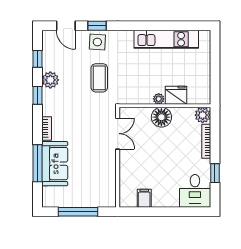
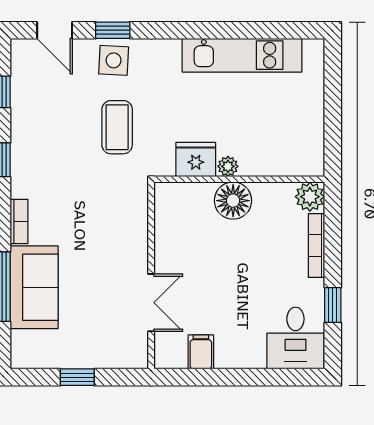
plant: (50, 80) -> (26, 131), removed
fridge: (176, 95) -> (196, 160), moved
double door: (118, 134) -> (151, 303), moved
window: (78, 212) -> (77, 377), width x0.46

